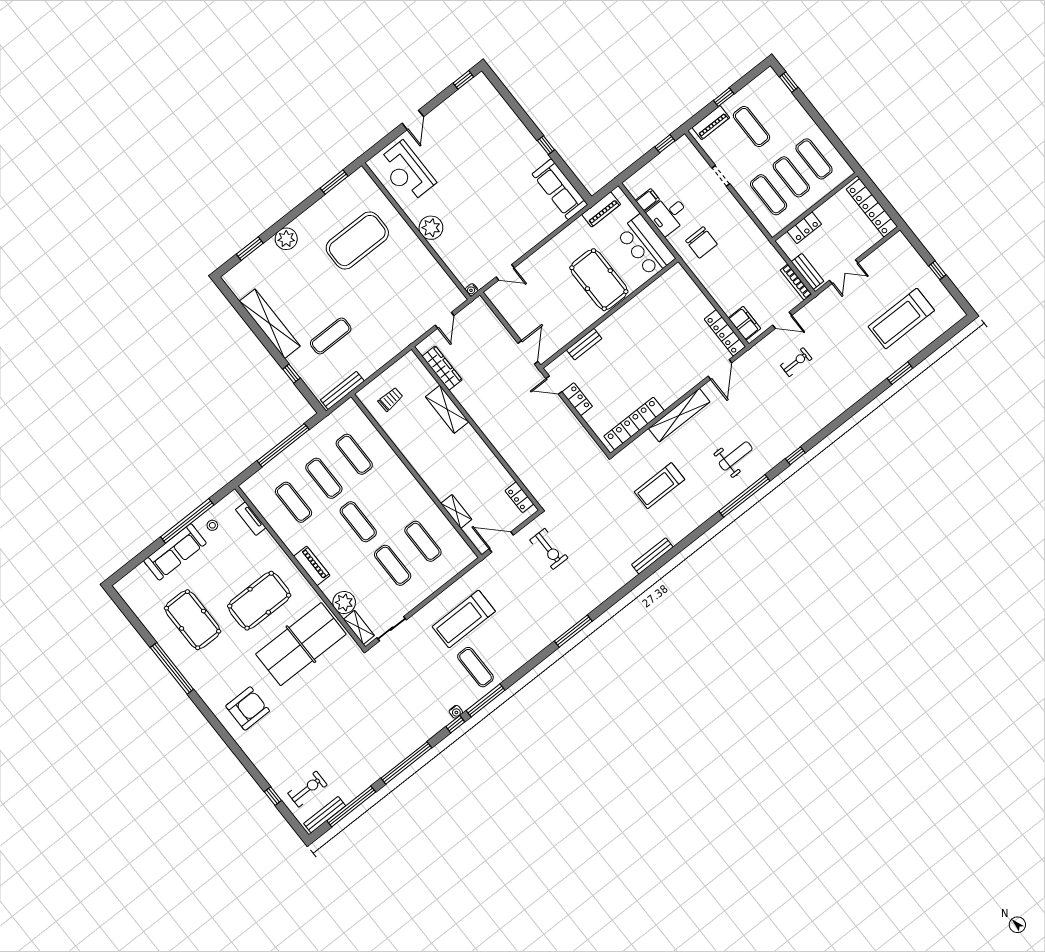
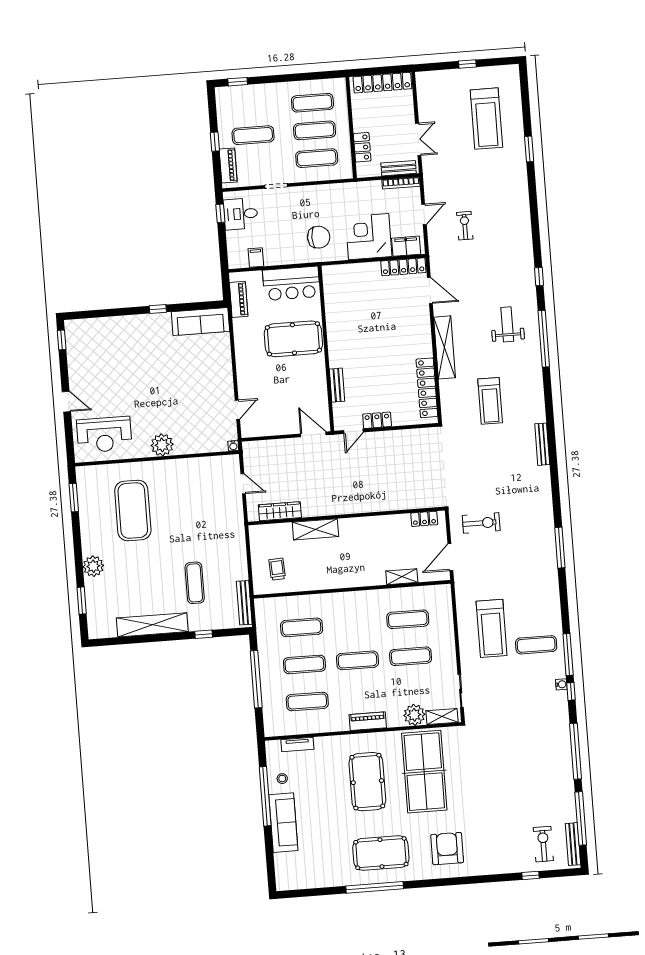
desk: (668, 215) -> (241, 214), moved, turned 90
corner desk: (731, 285) -> (369, 237), added
pool table: (193, 620) -> (381, 853), moved

